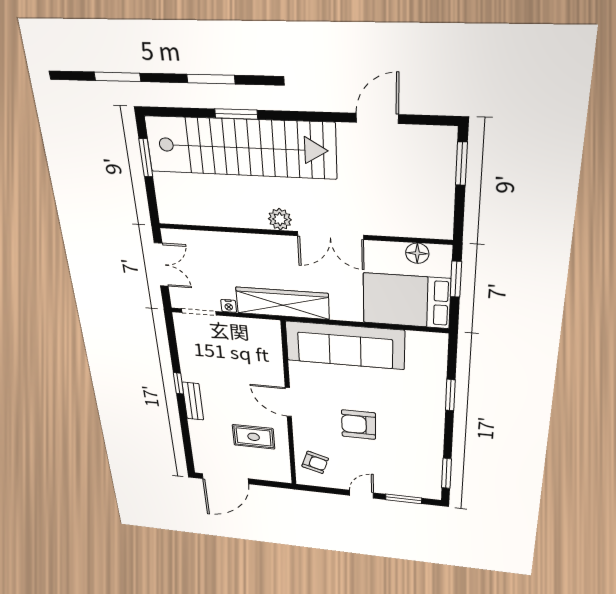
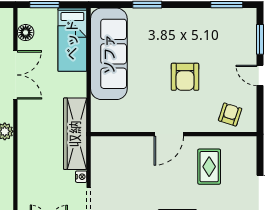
double door: (330, 235) -> (15, 75), moved
bed: (406, 301) -> (72, 40), width x0.67
sofa: (345, 345) -> (109, 54), moved

